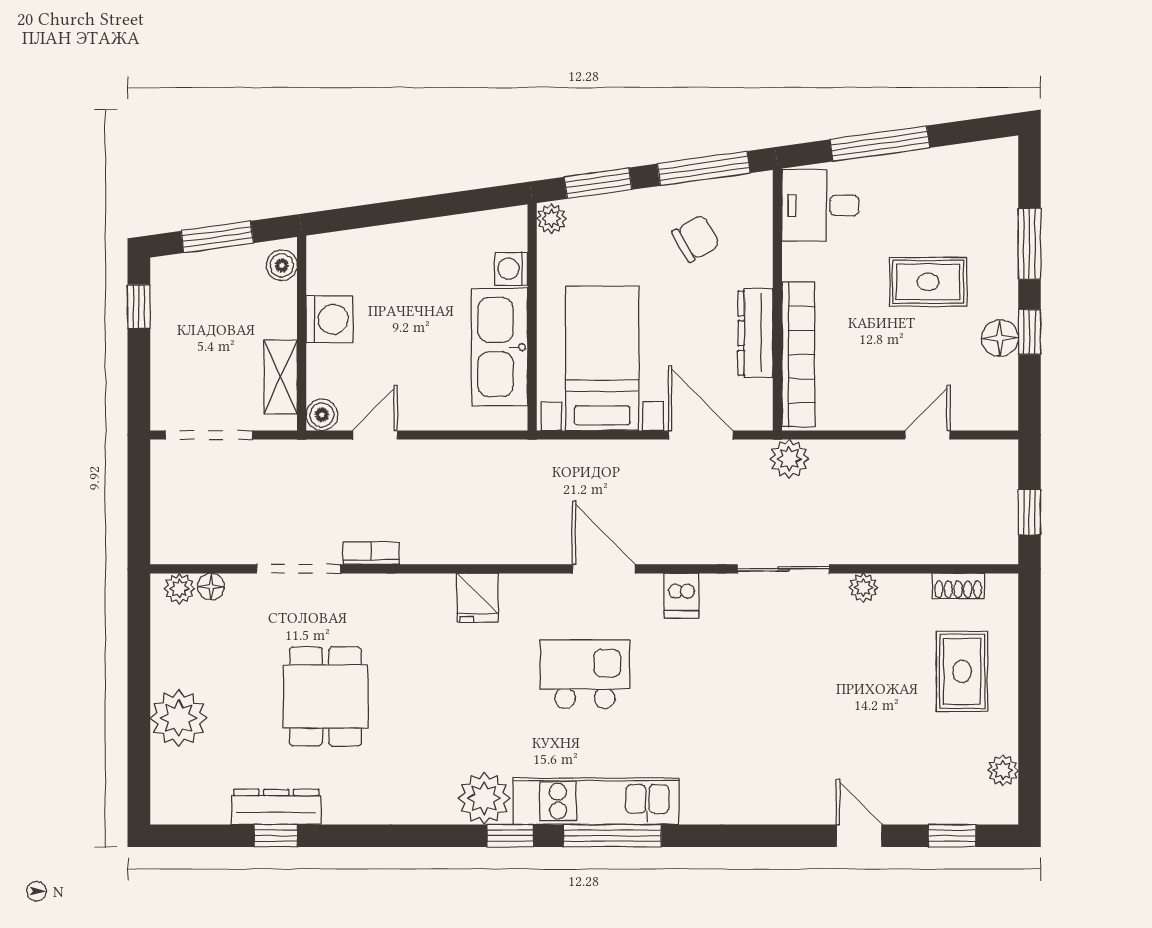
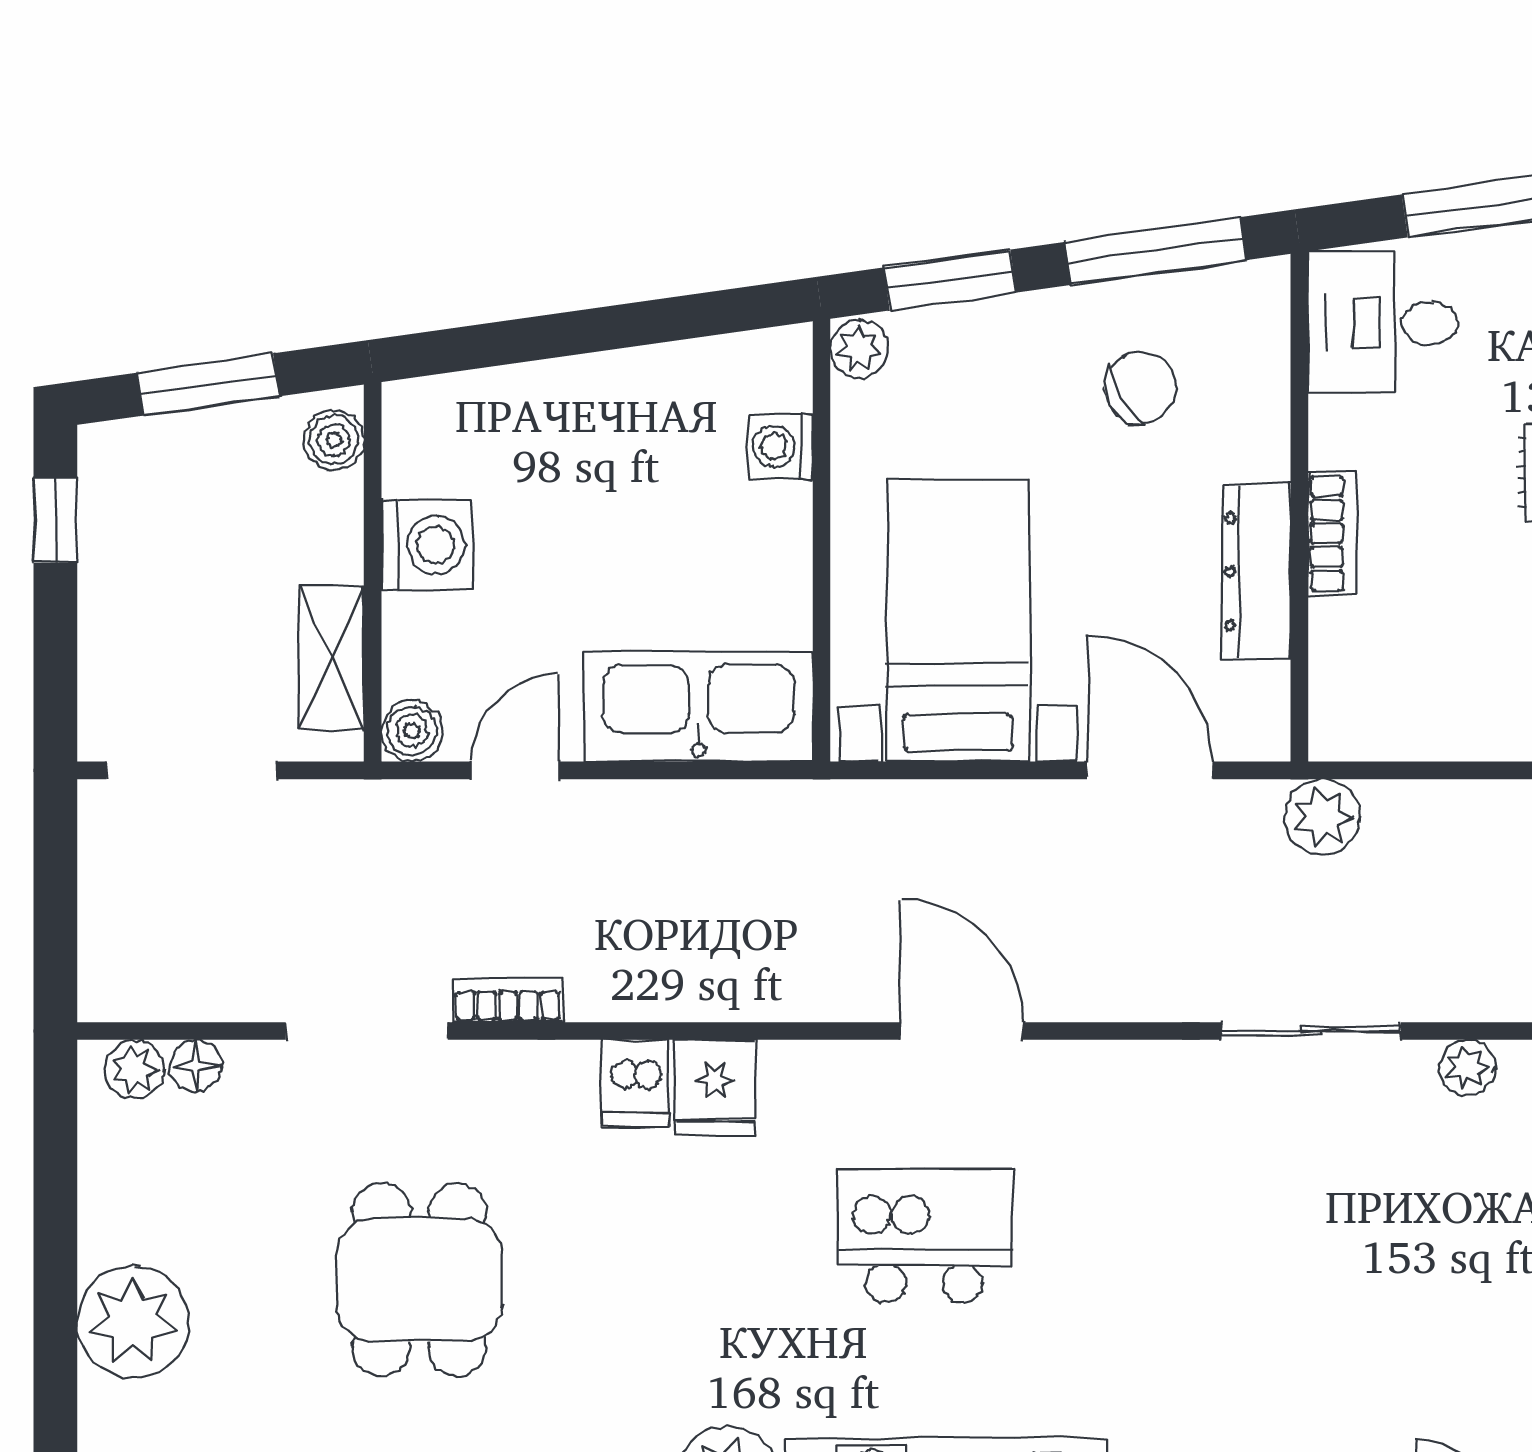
kitchen sink: (499, 347) -> (698, 707), moved, turned 90
bookcase: (798, 355) -> (1333, 534), width x0.43, depth x0.76
dishwasher: (681, 596) -> (635, 1083), moved

